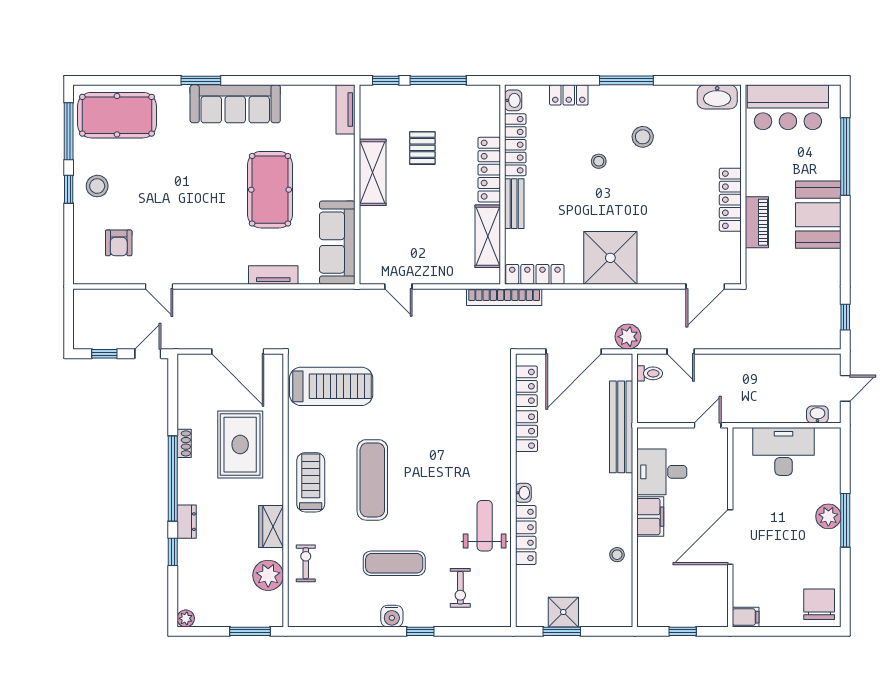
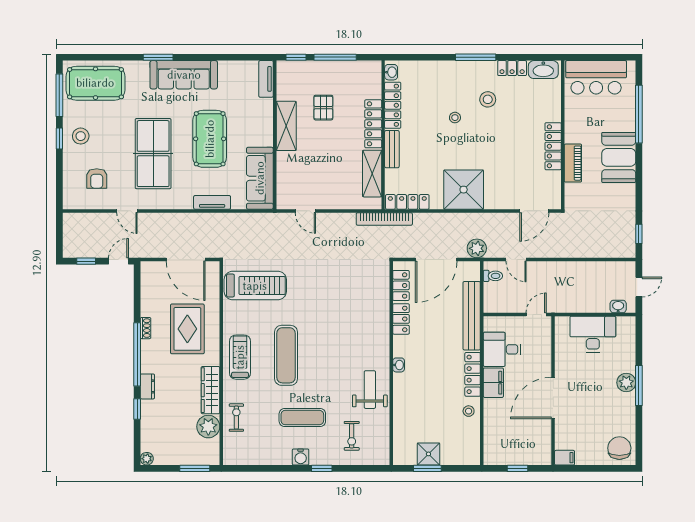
locker: (569, 95) -> (512, 68), moved
table tennis table: (194, 210) -> (153, 154), added
wardrobe: (271, 527) -> (210, 390), width x1.50
locker: (526, 535) -> (473, 374), moved, turned 180

